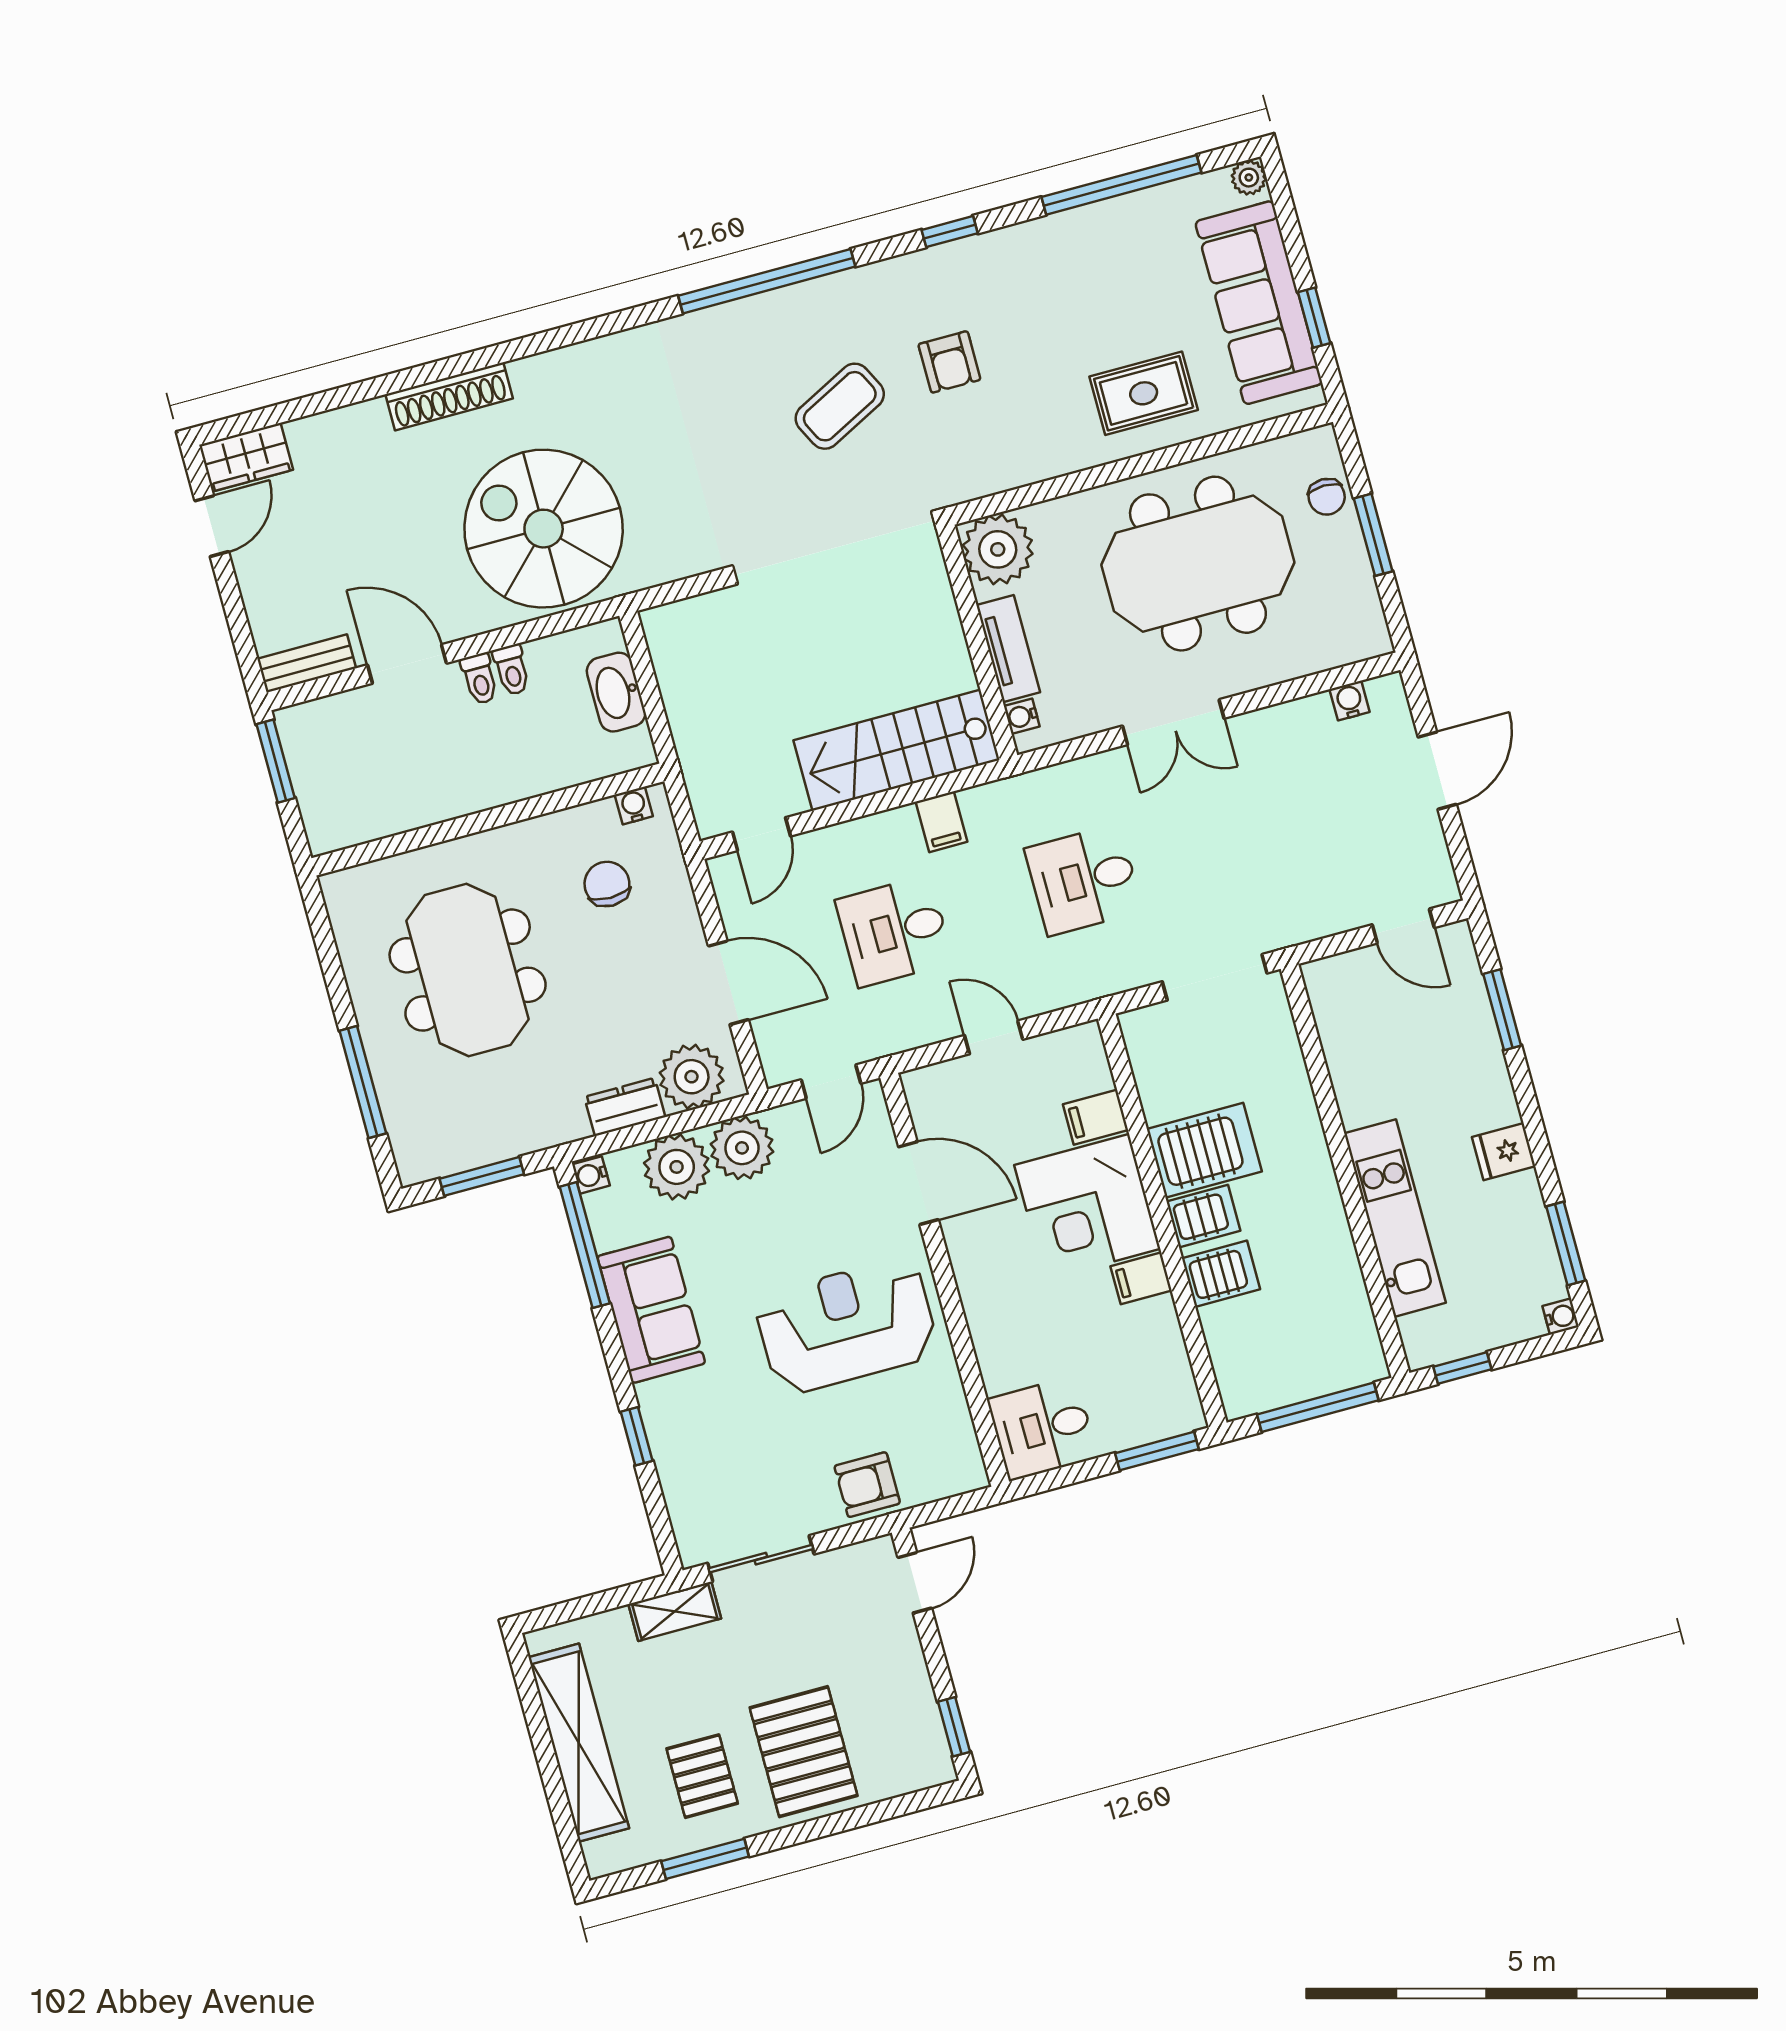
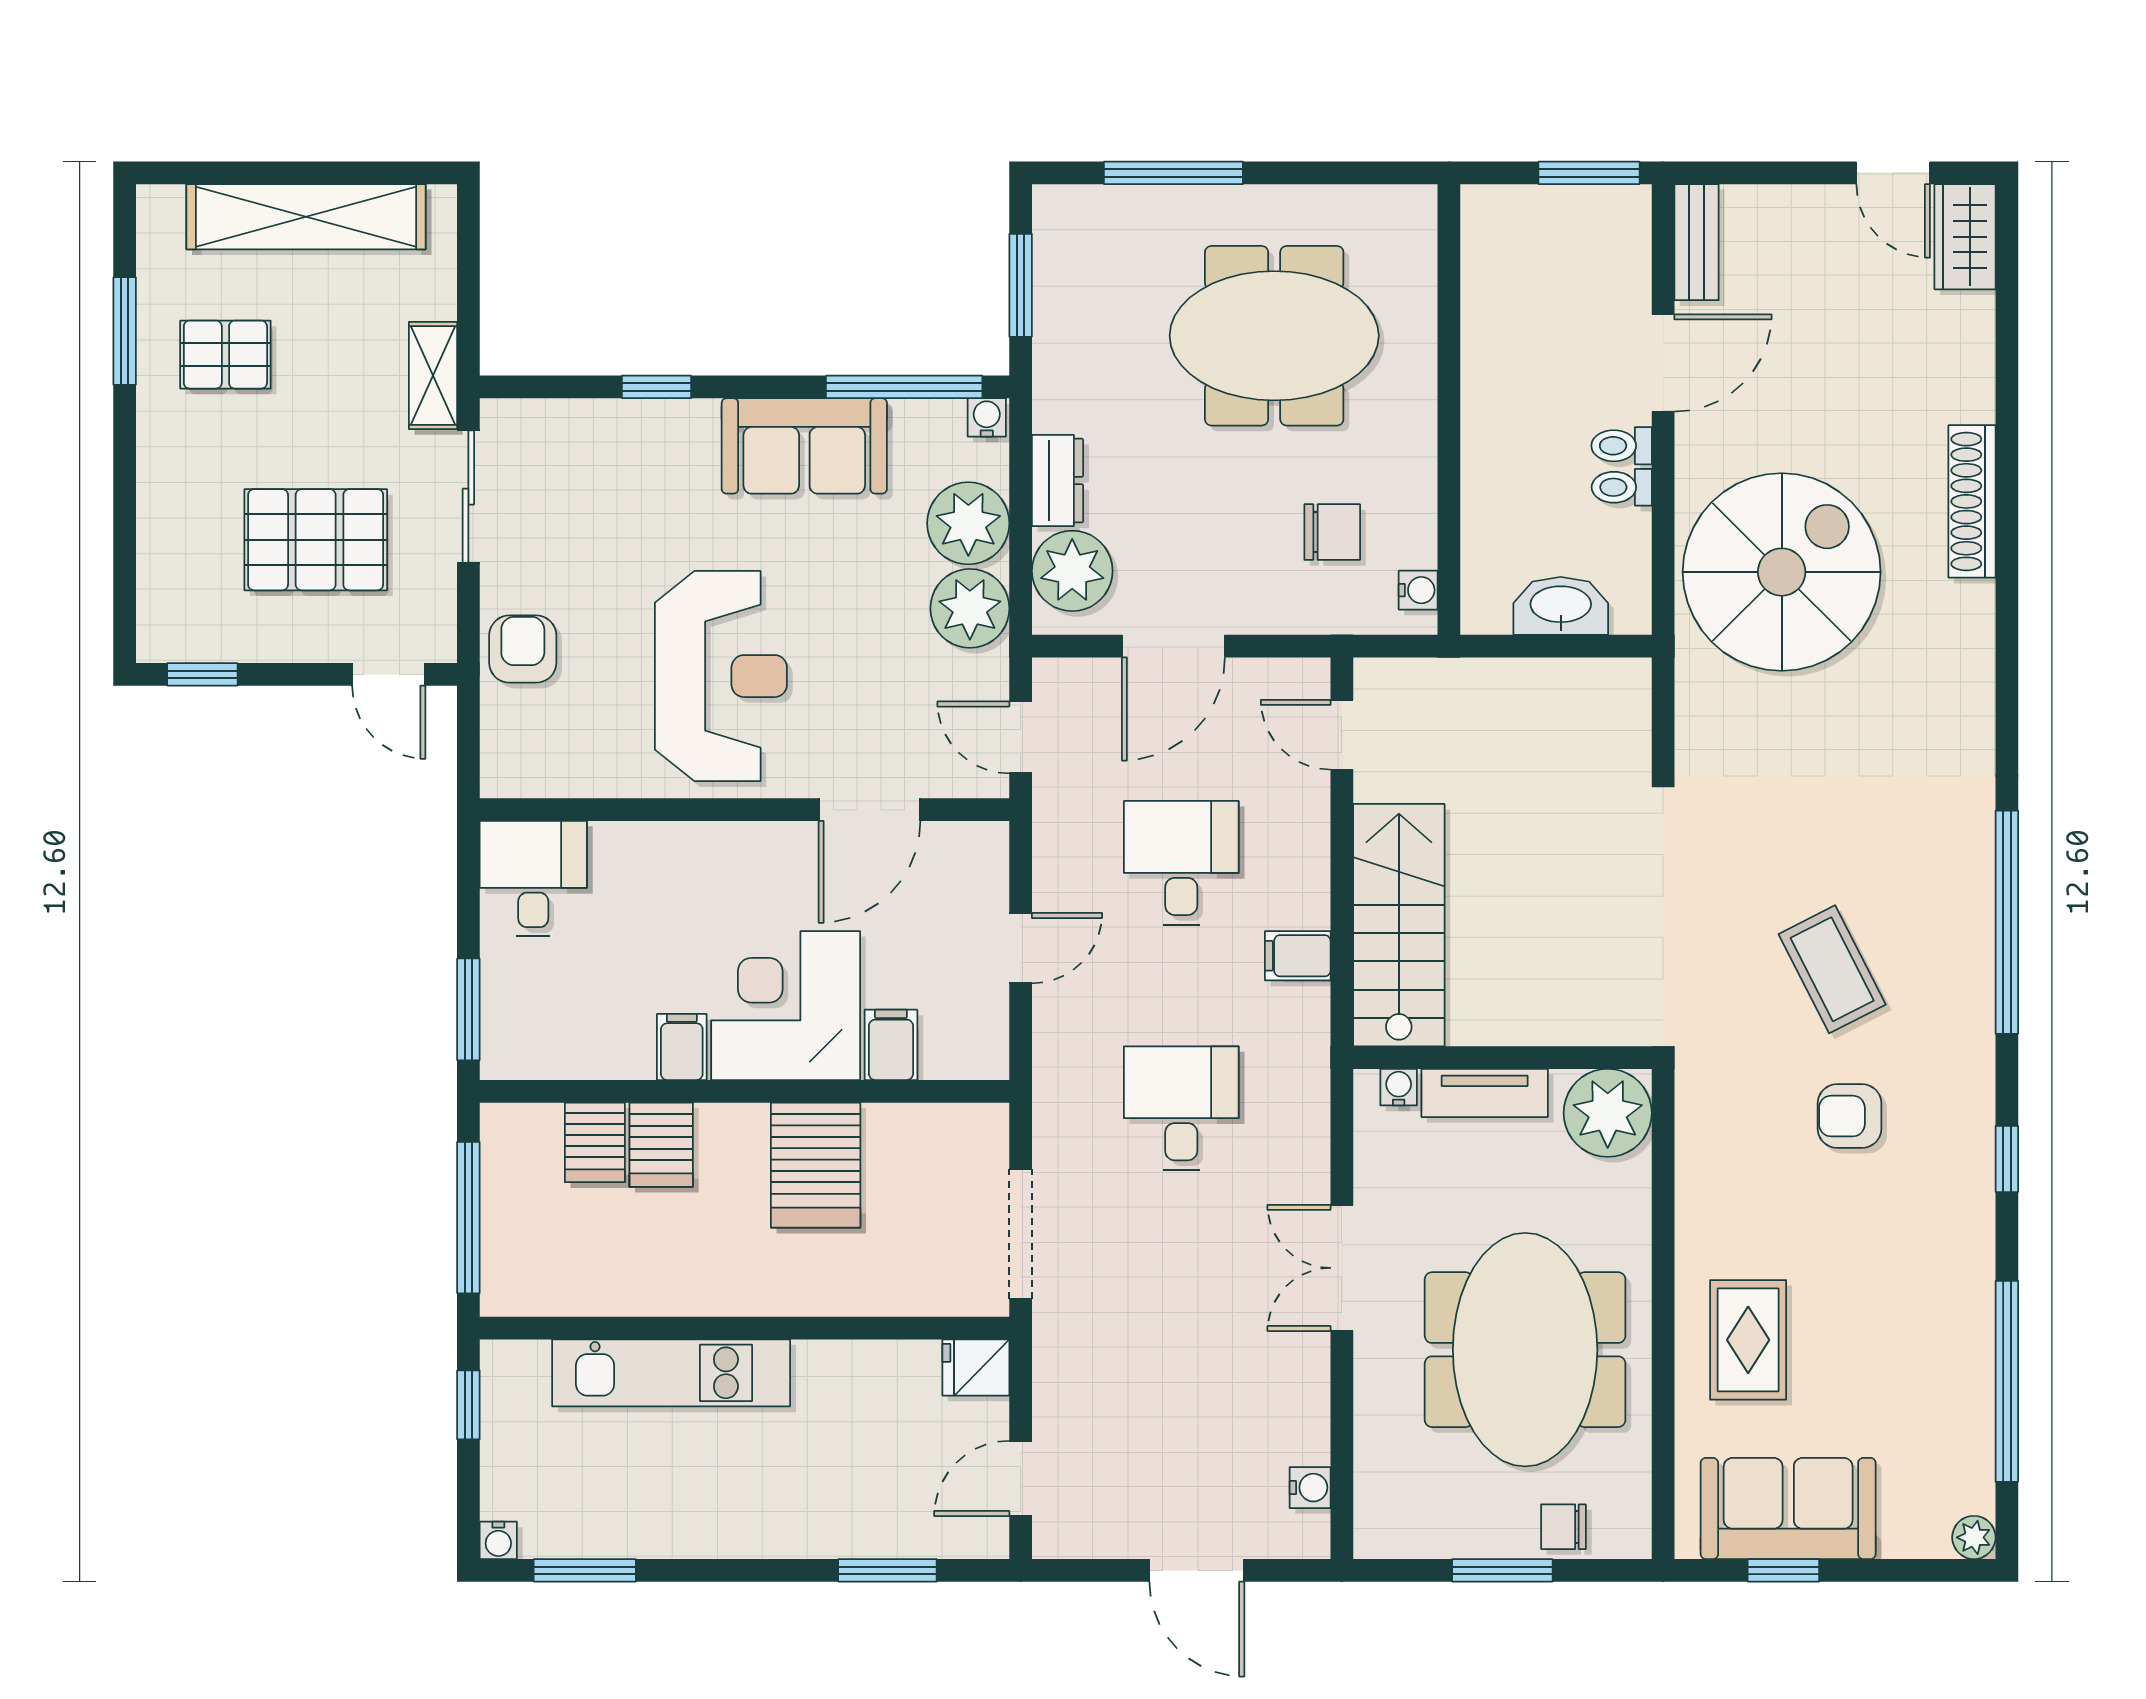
sofa: (1259, 303) -> (1788, 1508), width x0.73
fridge: (1504, 1152) -> (976, 1367), moved, turned -90
server rack: (1203, 1216) -> (595, 1142), moved
pallet: (804, 1752) -> (316, 540), moved

